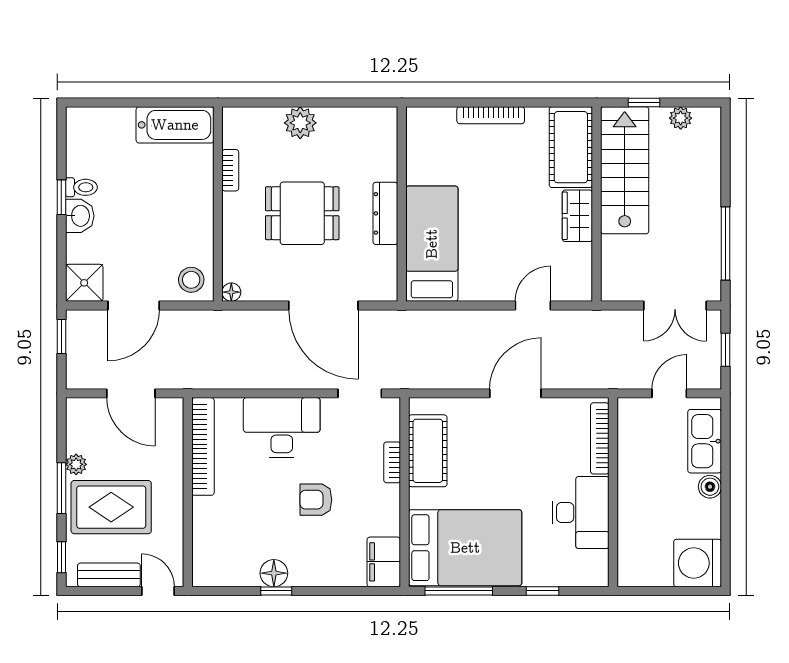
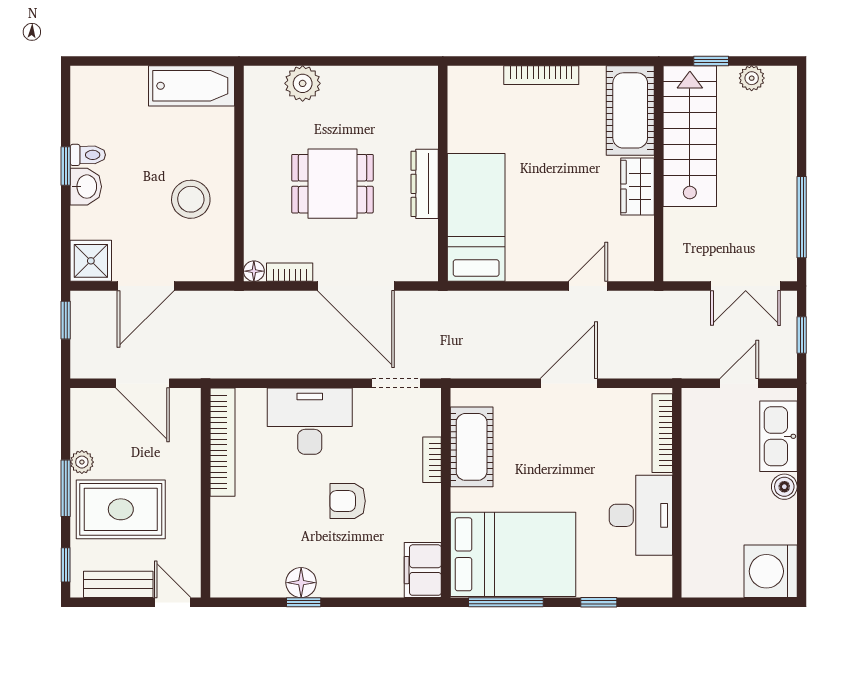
plant: (300, 123) -> (303, 83), moved
bookcase: (230, 170) -> (290, 272), moved, turned -90
stool: (191, 280) -> (191, 199), moved, width x1.38, depth x1.38

